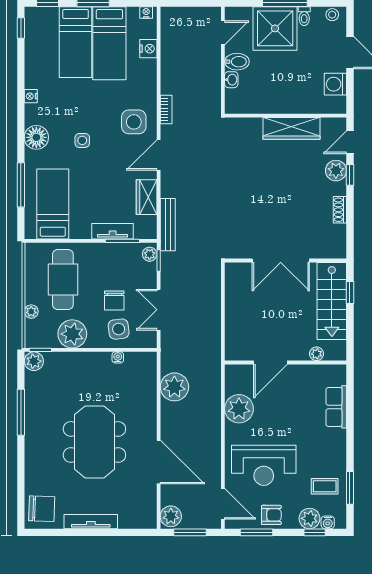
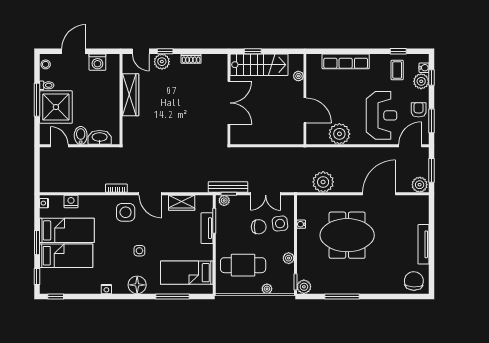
washbasin: (231, 80) -> (100, 137), width x1.91, depth x1.45
bench: (168, 225) -> (228, 187), moved
plant: (72, 334) -> (289, 258), width x0.53, depth x0.53
row of seats: (336, 407) -> (346, 61), width x1.48
meeting table: (94, 442) -> (347, 235), moved
window: (350, 488) -> (398, 51), width x0.67

